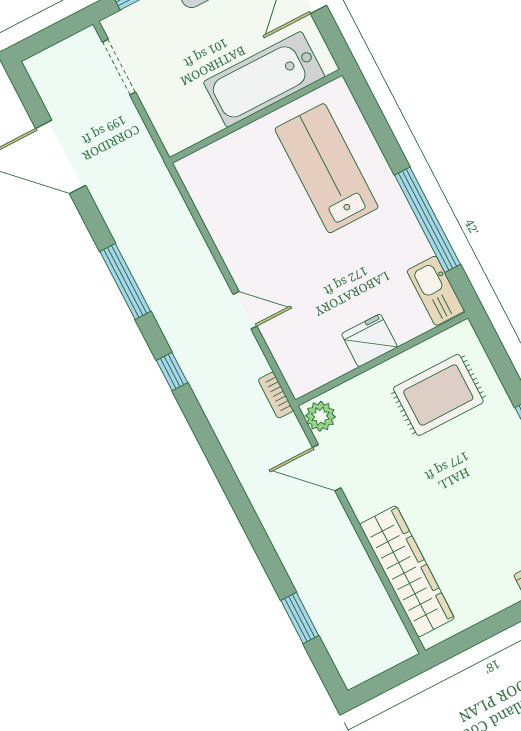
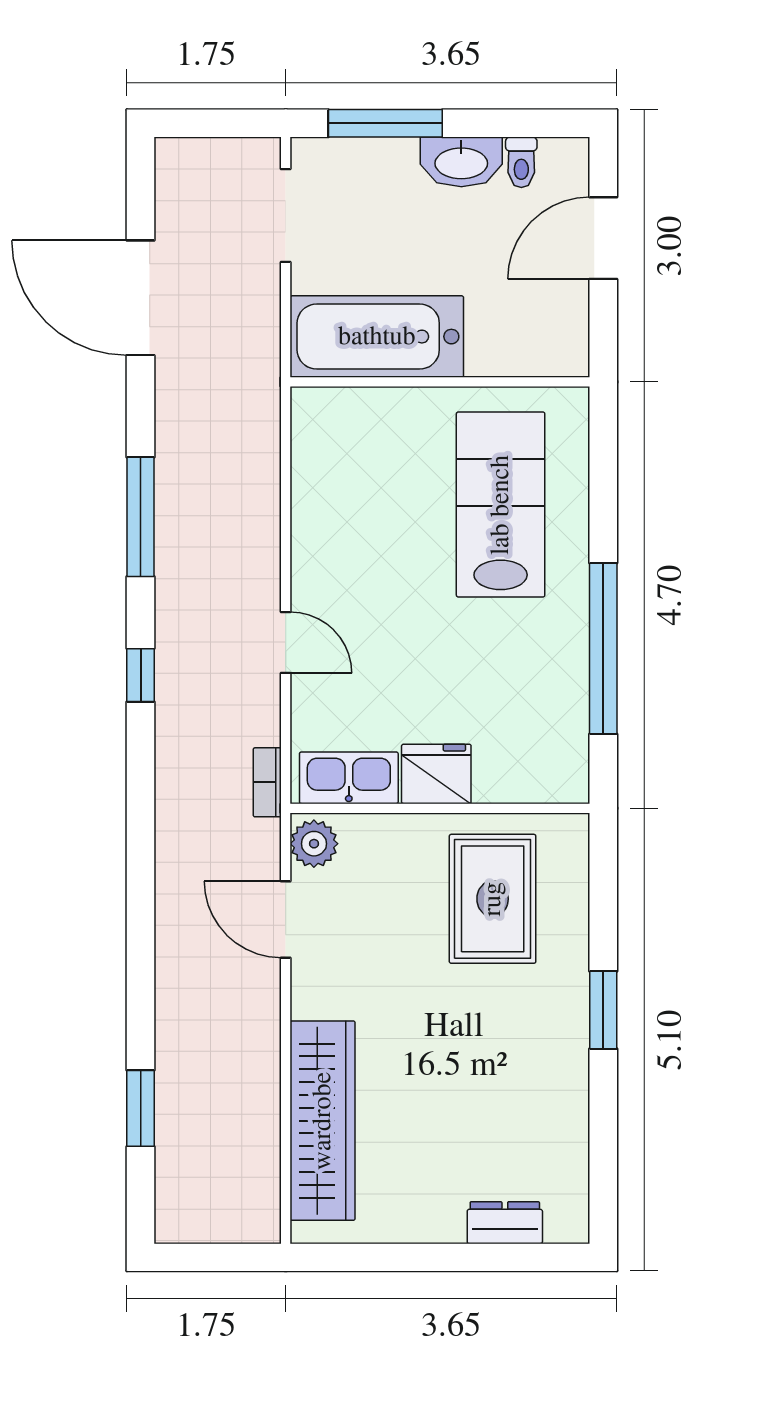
bathtub: (264, 79) -> (377, 337), moved
kitchen sink: (436, 291) -> (349, 778), moved, turned 90
rug: (438, 395) -> (493, 899), turned 90

